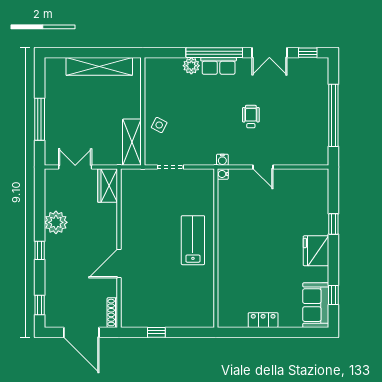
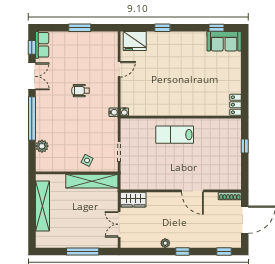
plant: (191, 66) -> (42, 146), moved
row of seats: (219, 66) -> (42, 45), moved
window: (333, 115) -> (80, 28), width x0.47
shelving: (132, 142) -> (92, 181), width x1.47
door: (263, 167) -> (119, 69), moved
plant: (56, 222) -> (165, 243), width x0.53, depth x0.53
fridge: (316, 251) -> (135, 41), moved
locker: (263, 320) -> (235, 105), moved
window: (156, 332) -> (245, 146), moved

